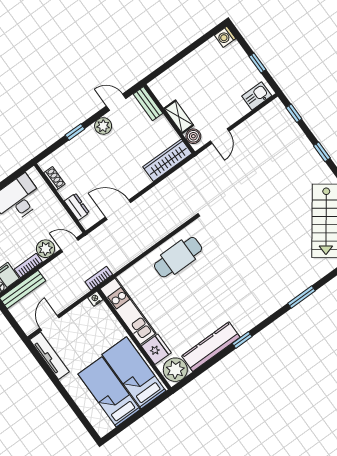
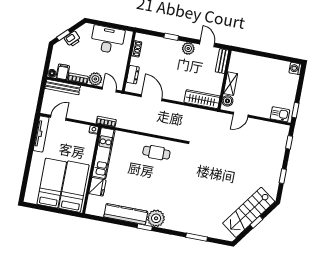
window: (258, 63) -> (295, 110), moved
cafe table: (178, 257) -> (156, 153), width x0.73, depth x0.74
plant: (175, 370) -> (156, 218), moved

